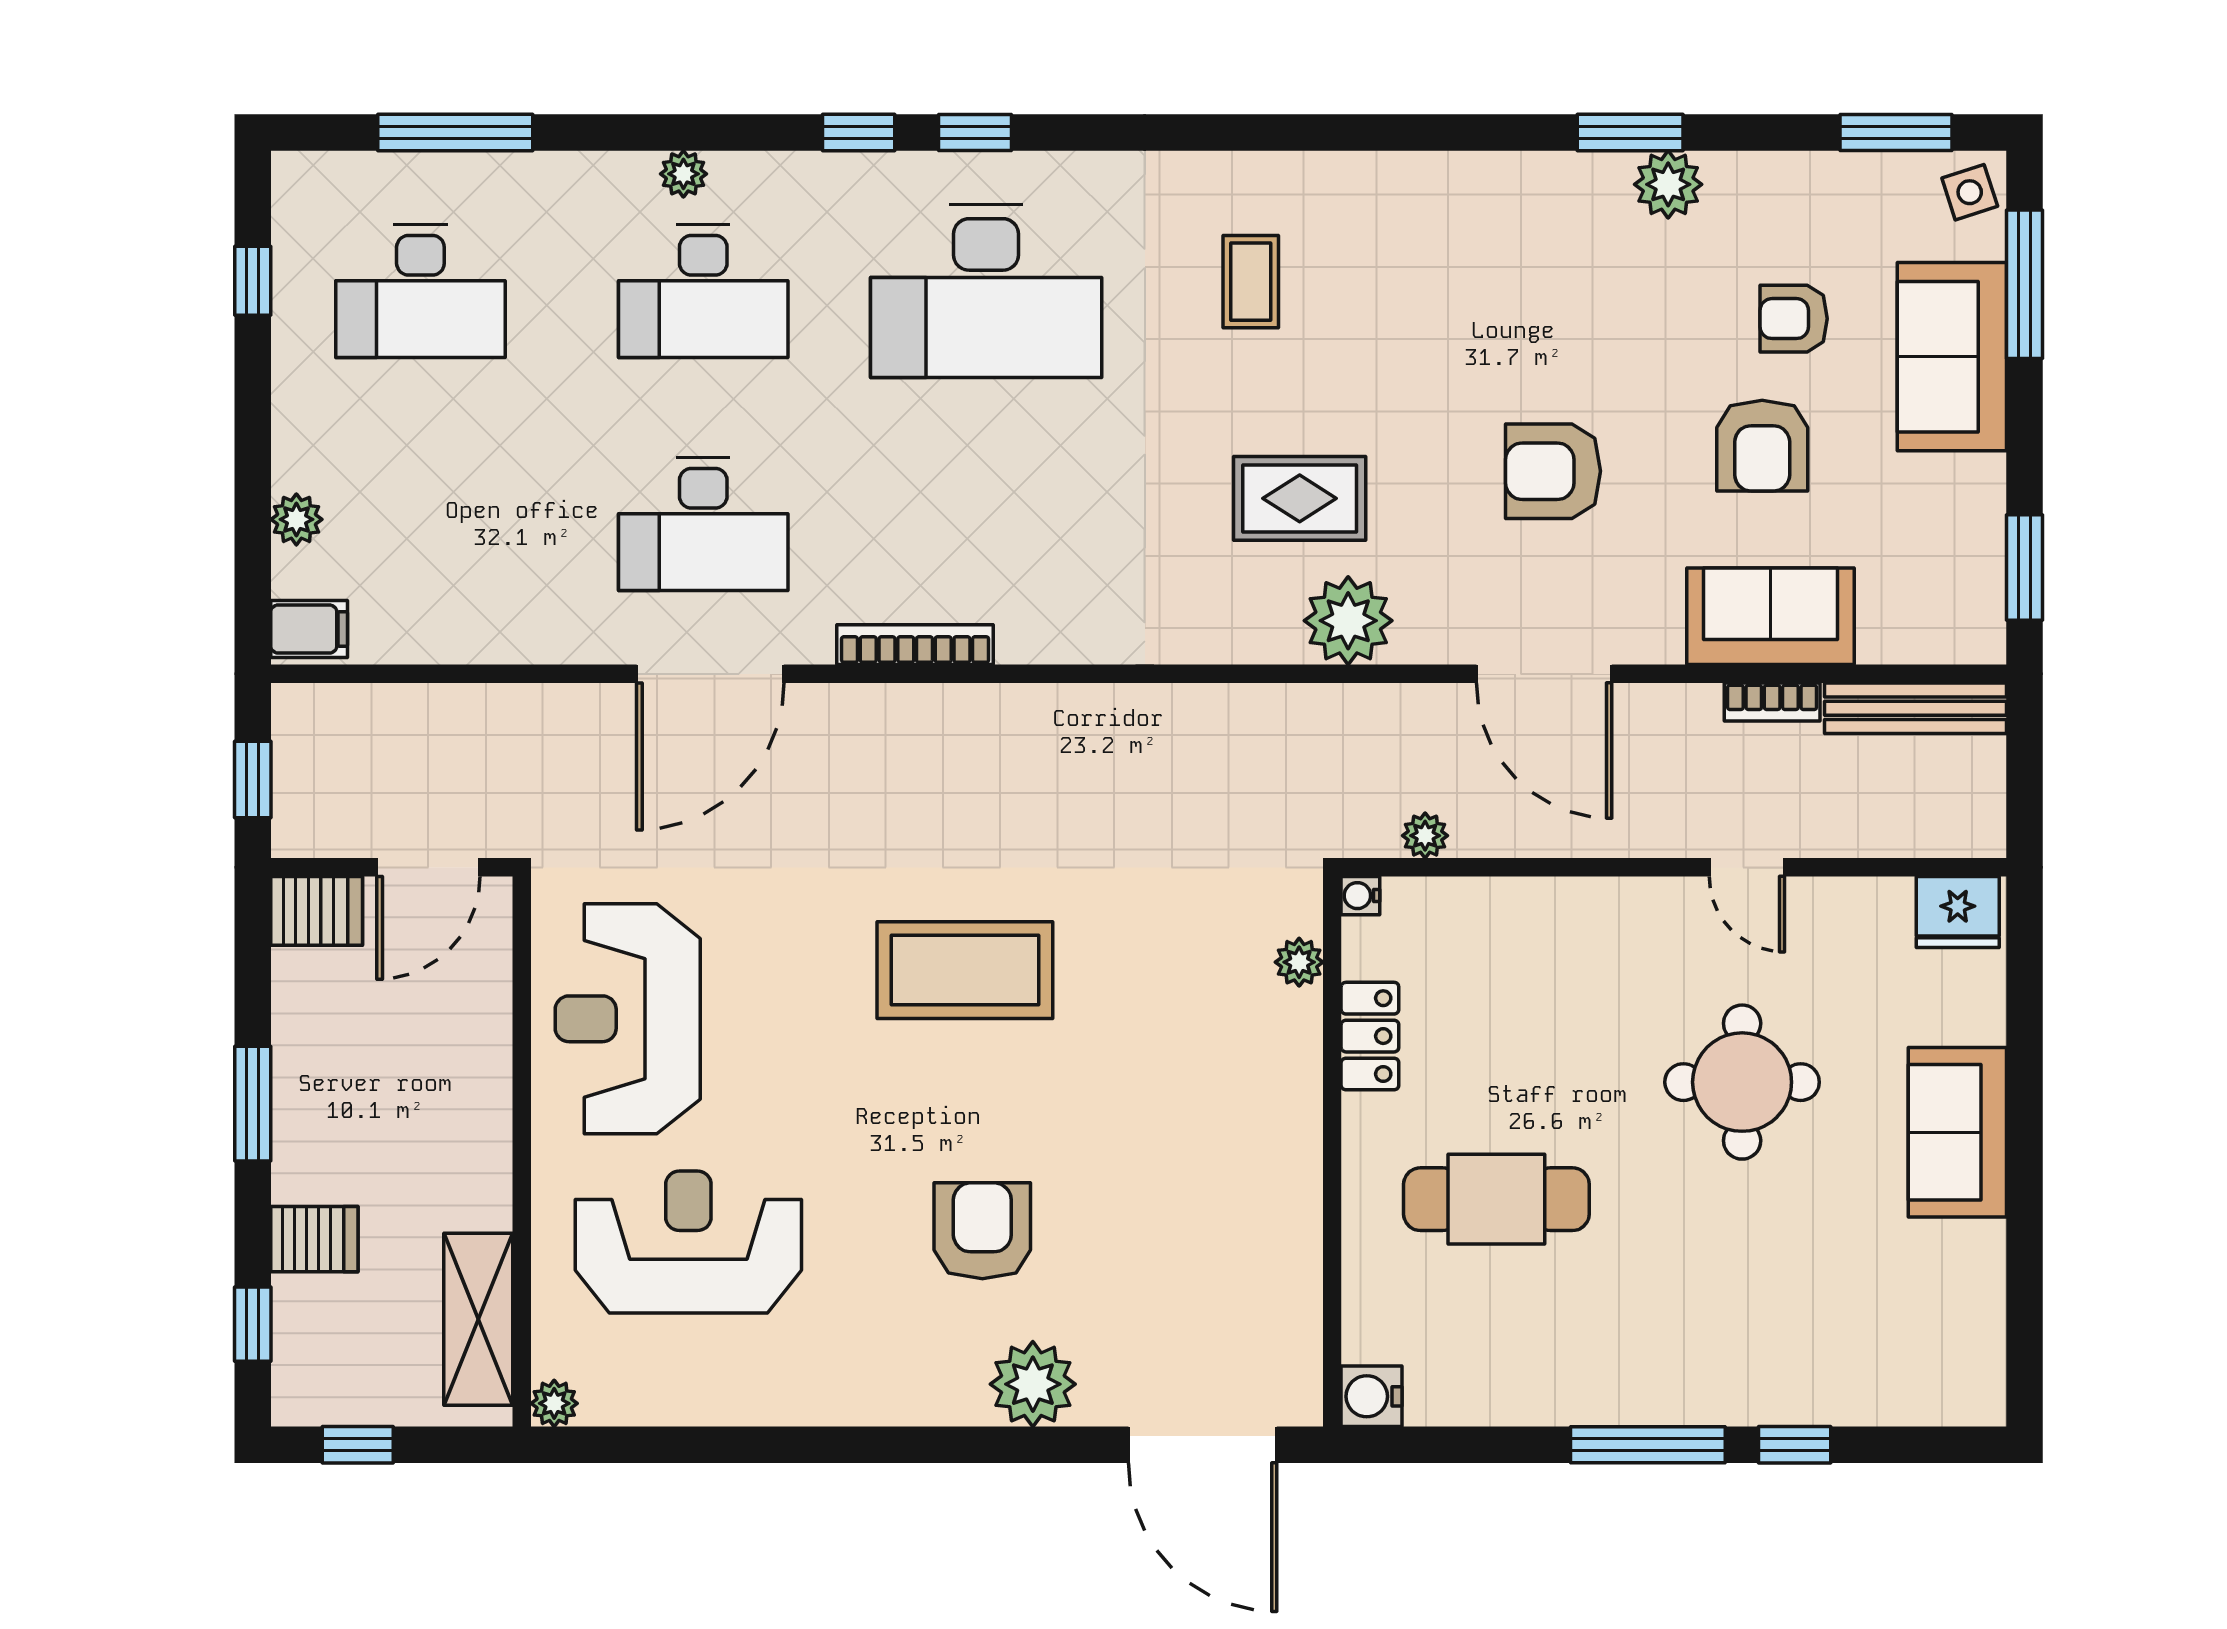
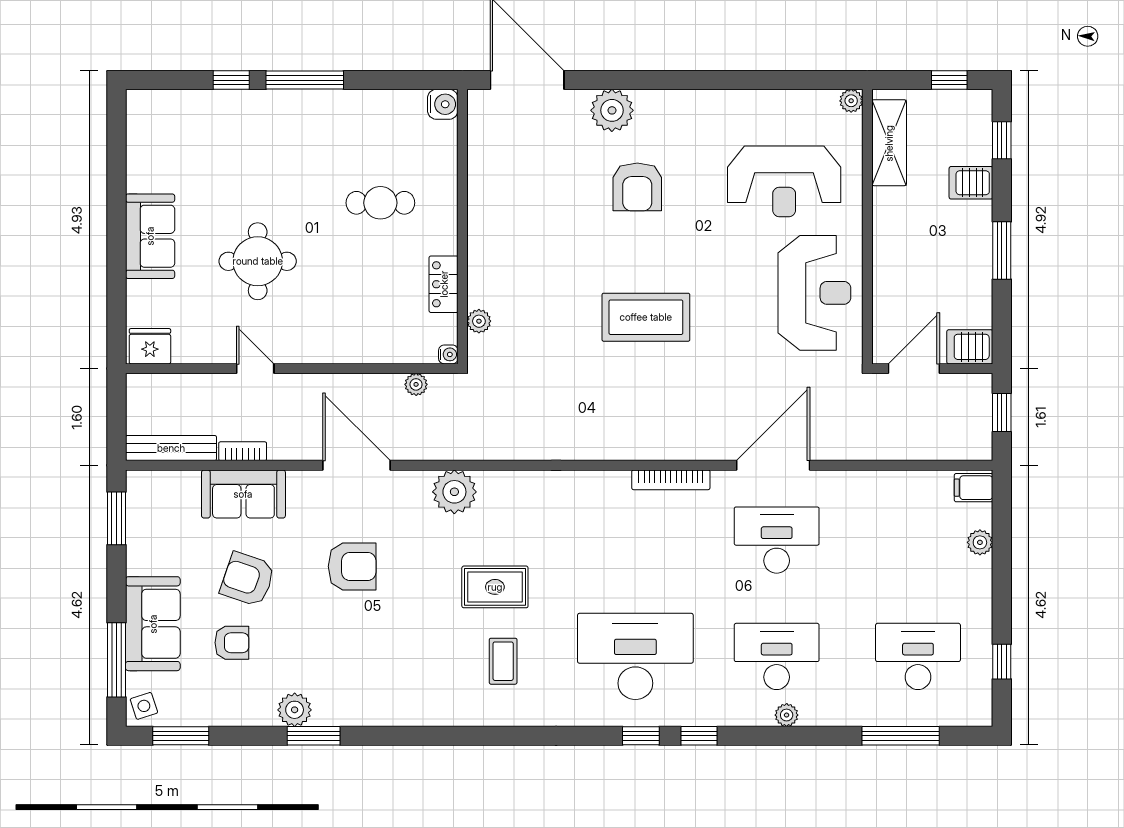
armchair: (1762, 446) -> (248, 579), turned -71
rug: (1300, 498) -> (495, 587), moved
cafe table: (1496, 1199) -> (380, 203), width x0.73, depth x0.74

